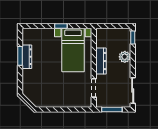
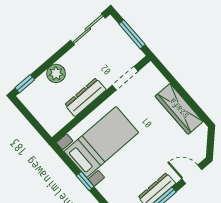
door: (20, 80) -> (192, 174), added
wardrobe: (57, 101) -> (179, 109), added

